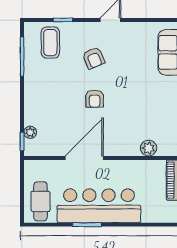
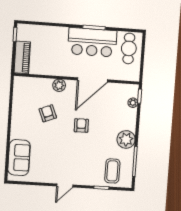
armchair: (94, 58) -> (48, 113), moved
plant: (36, 84) -> (126, 139), added
plant: (149, 148) -> (59, 85), moved
bar counter: (99, 206) -> (92, 42), width x0.73

